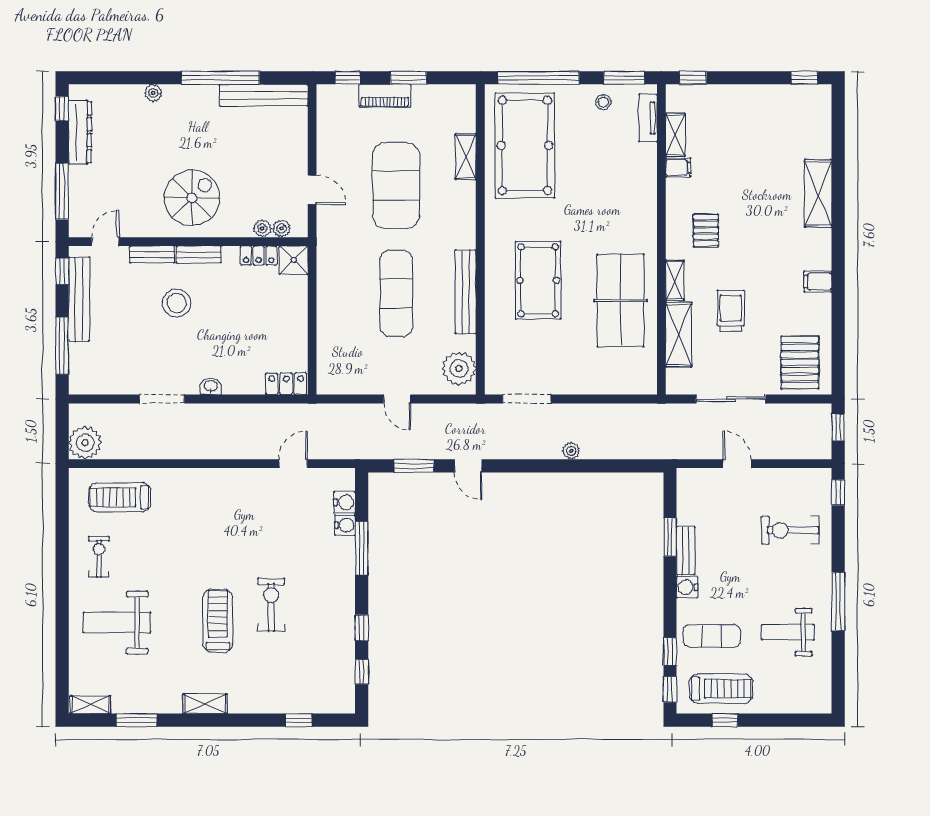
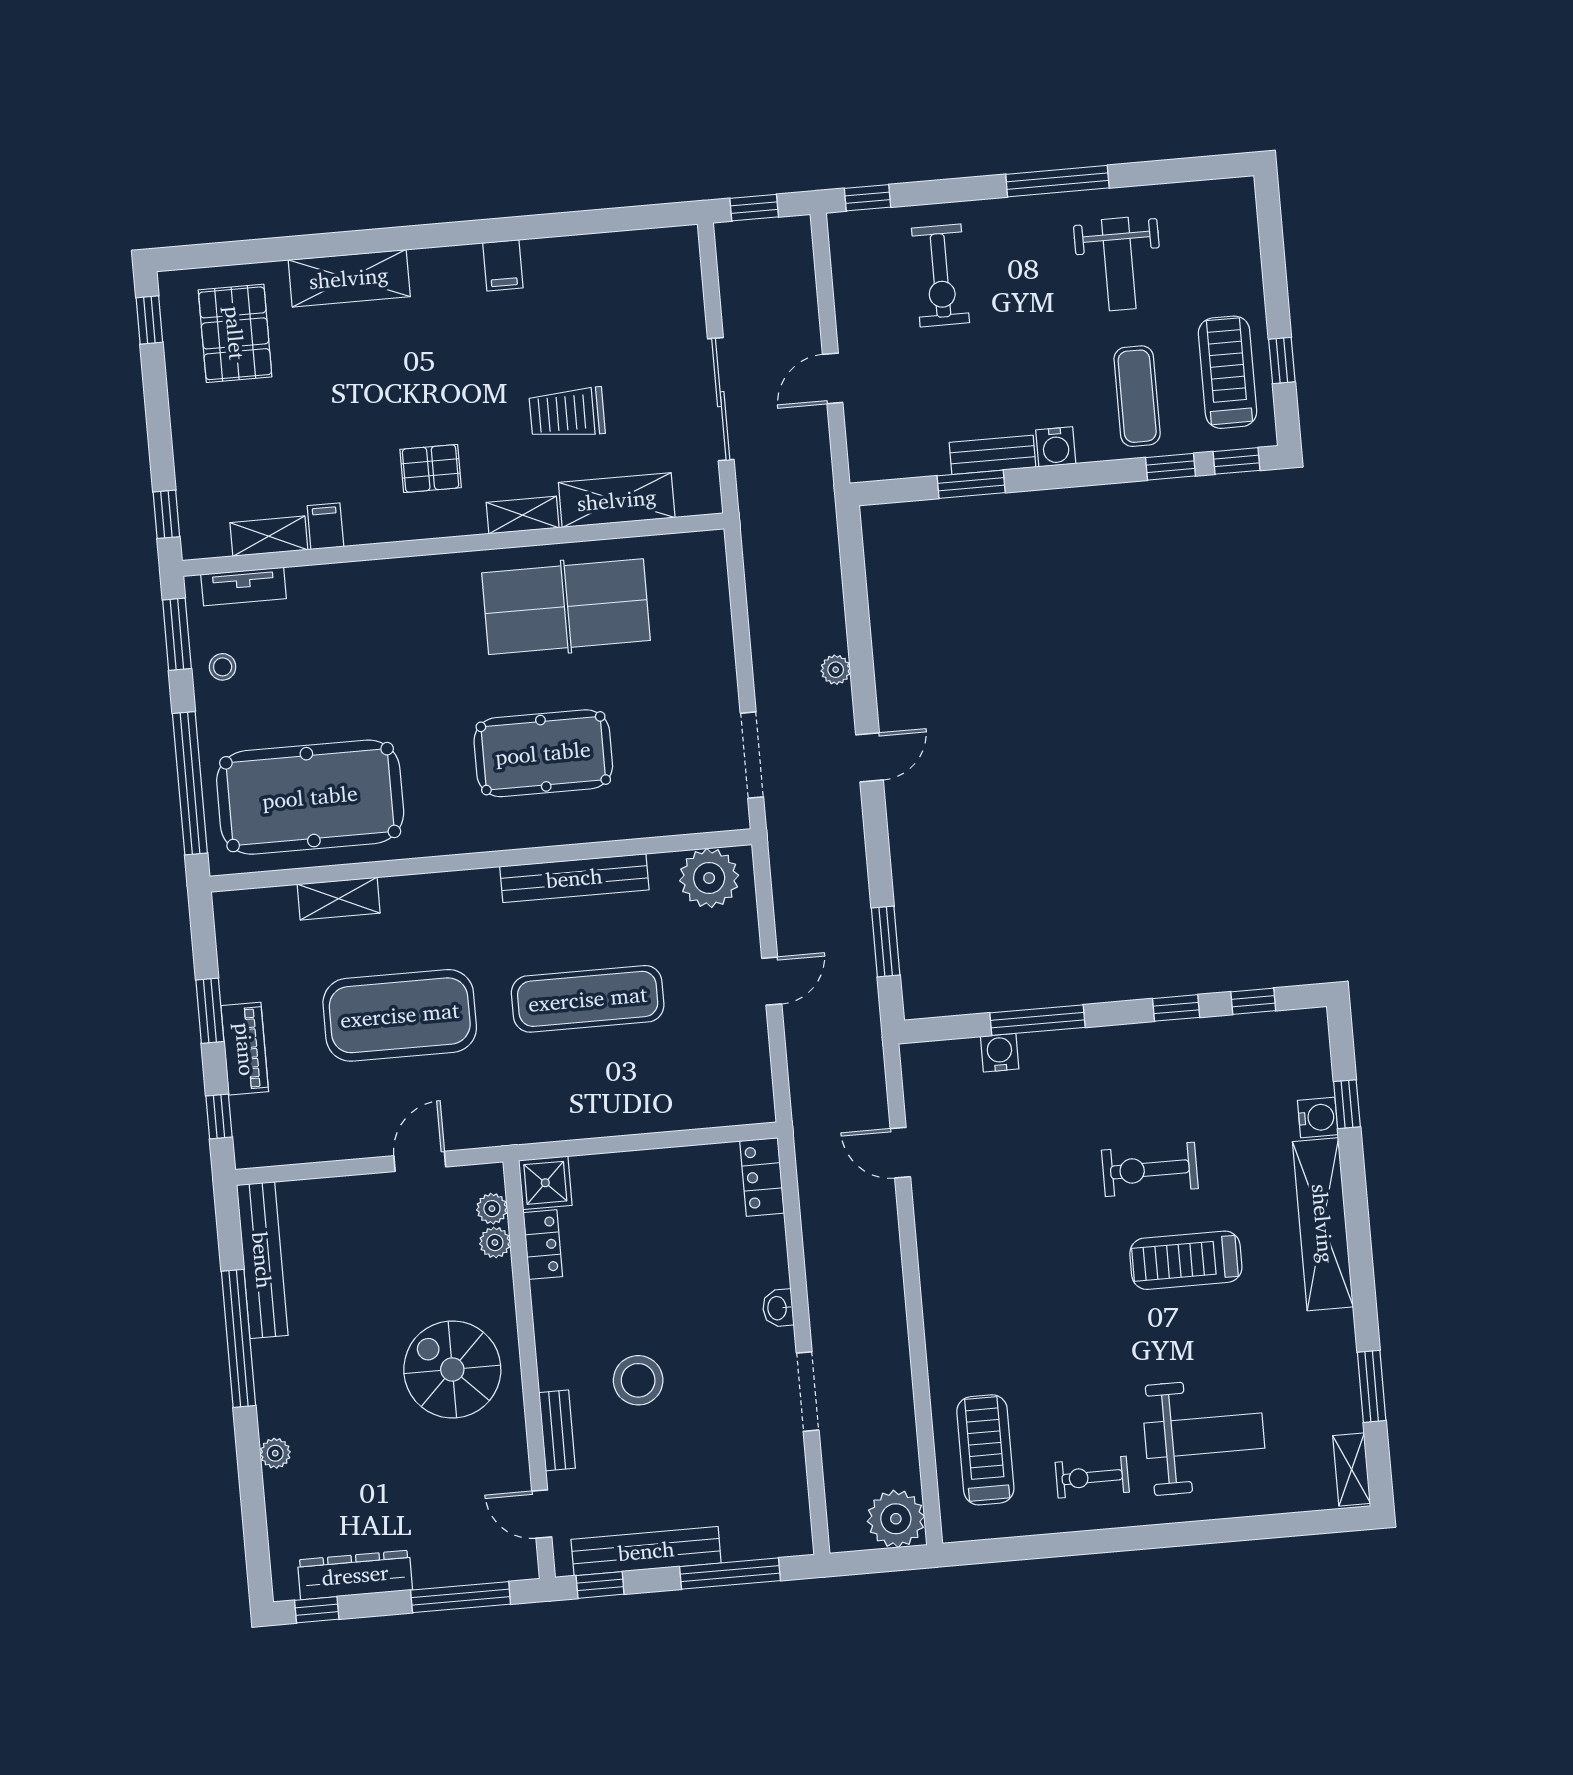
bench: (199, 254) -> (550, 1349), removed
pallet: (800, 362) -> (235, 333), moved, turned 90
door: (468, 466) -> (870, 757), moved
treadmill: (120, 497) -> (985, 1450), turned 180
water cooler: (344, 502) -> (1318, 1118), moved, turned 90
weight bench: (117, 623) -> (1204, 1436), turned -90
shelving: (205, 704) -> (1323, 1224), width x2.20, depth x1.33

